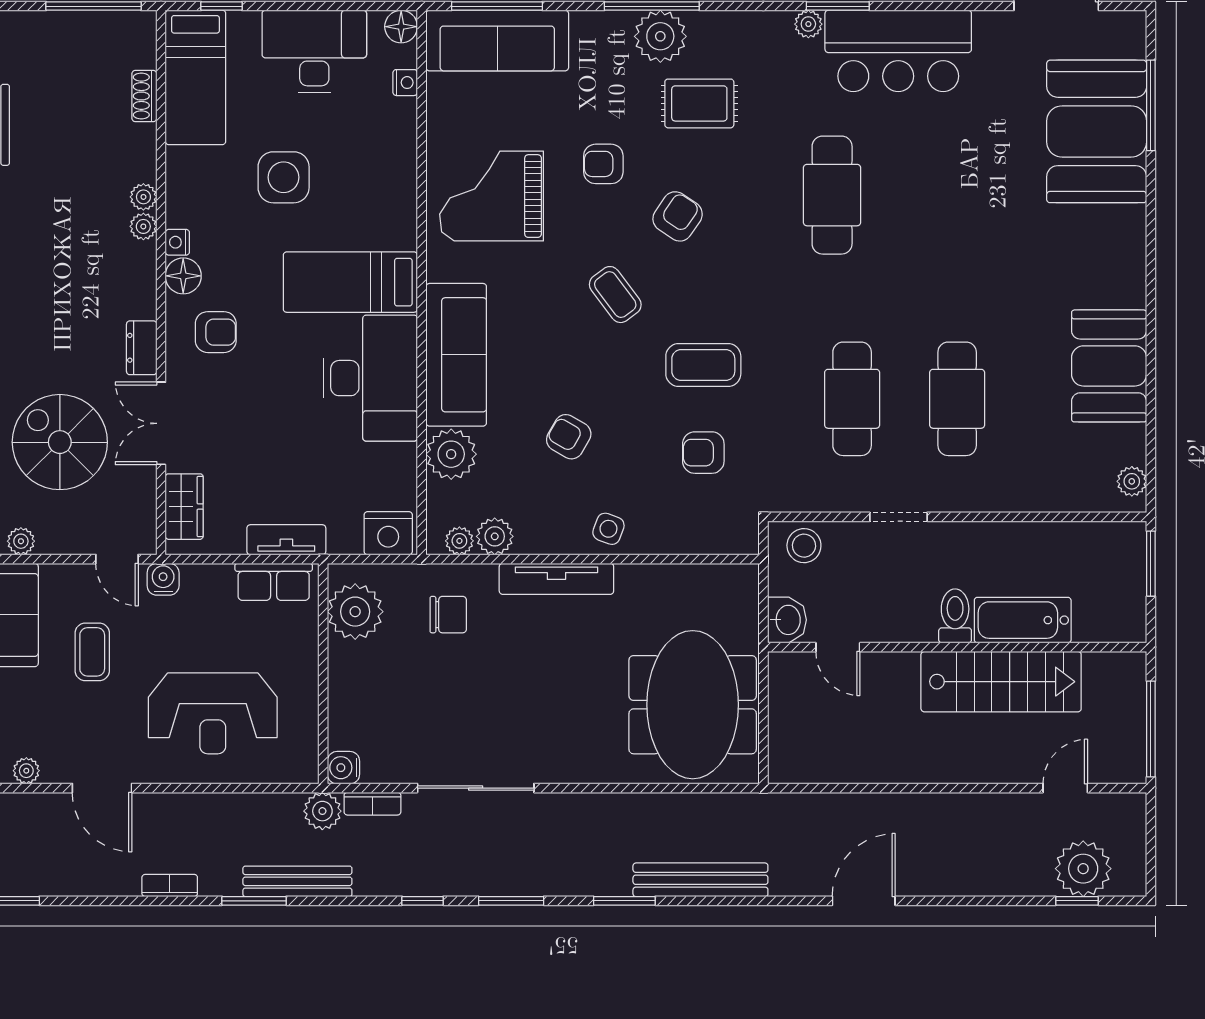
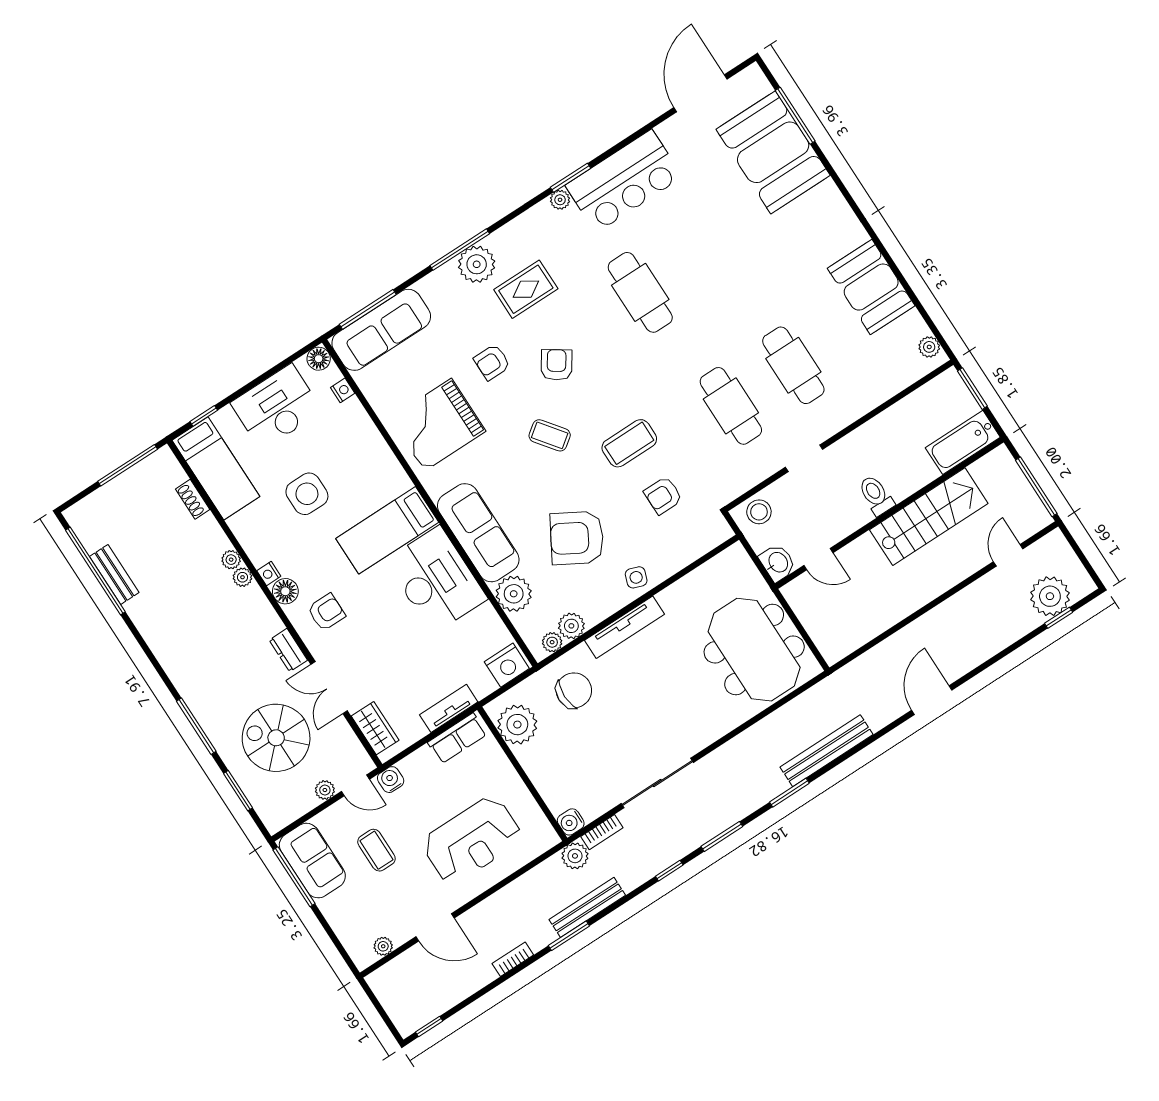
armchair: (569, 437) -> (577, 538), width x1.88, depth x1.88
plant: (21, 541) -> (325, 790), moved
chair: (448, 615) -> (574, 690), width x1.37, depth x1.37
bathtub: (1023, 620) -> (963, 442), moved

